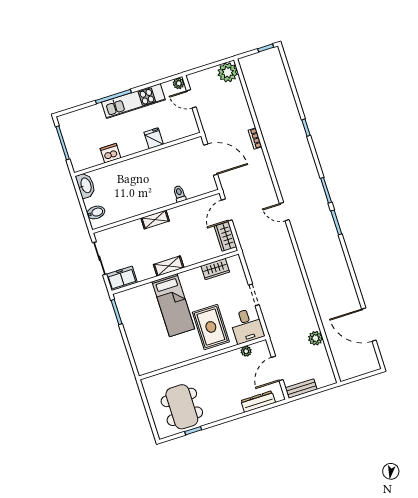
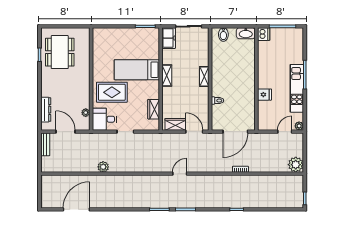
dishwasher: (110, 153) -> (264, 34), moved
plant: (315, 338) -> (103, 167), moved
dining table: (182, 407) -> (60, 52), turned 90

